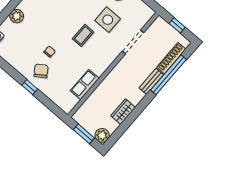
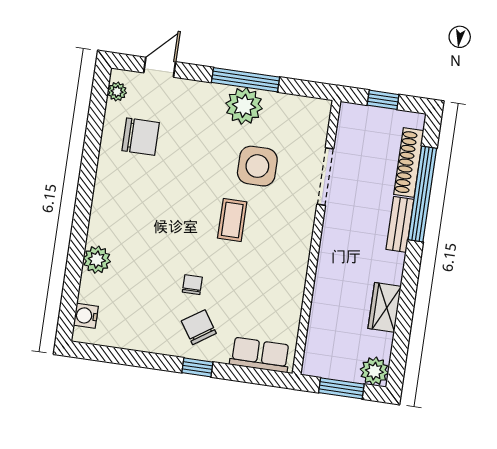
row of seats: (85, 85) -> (260, 355), moved, turned 90

